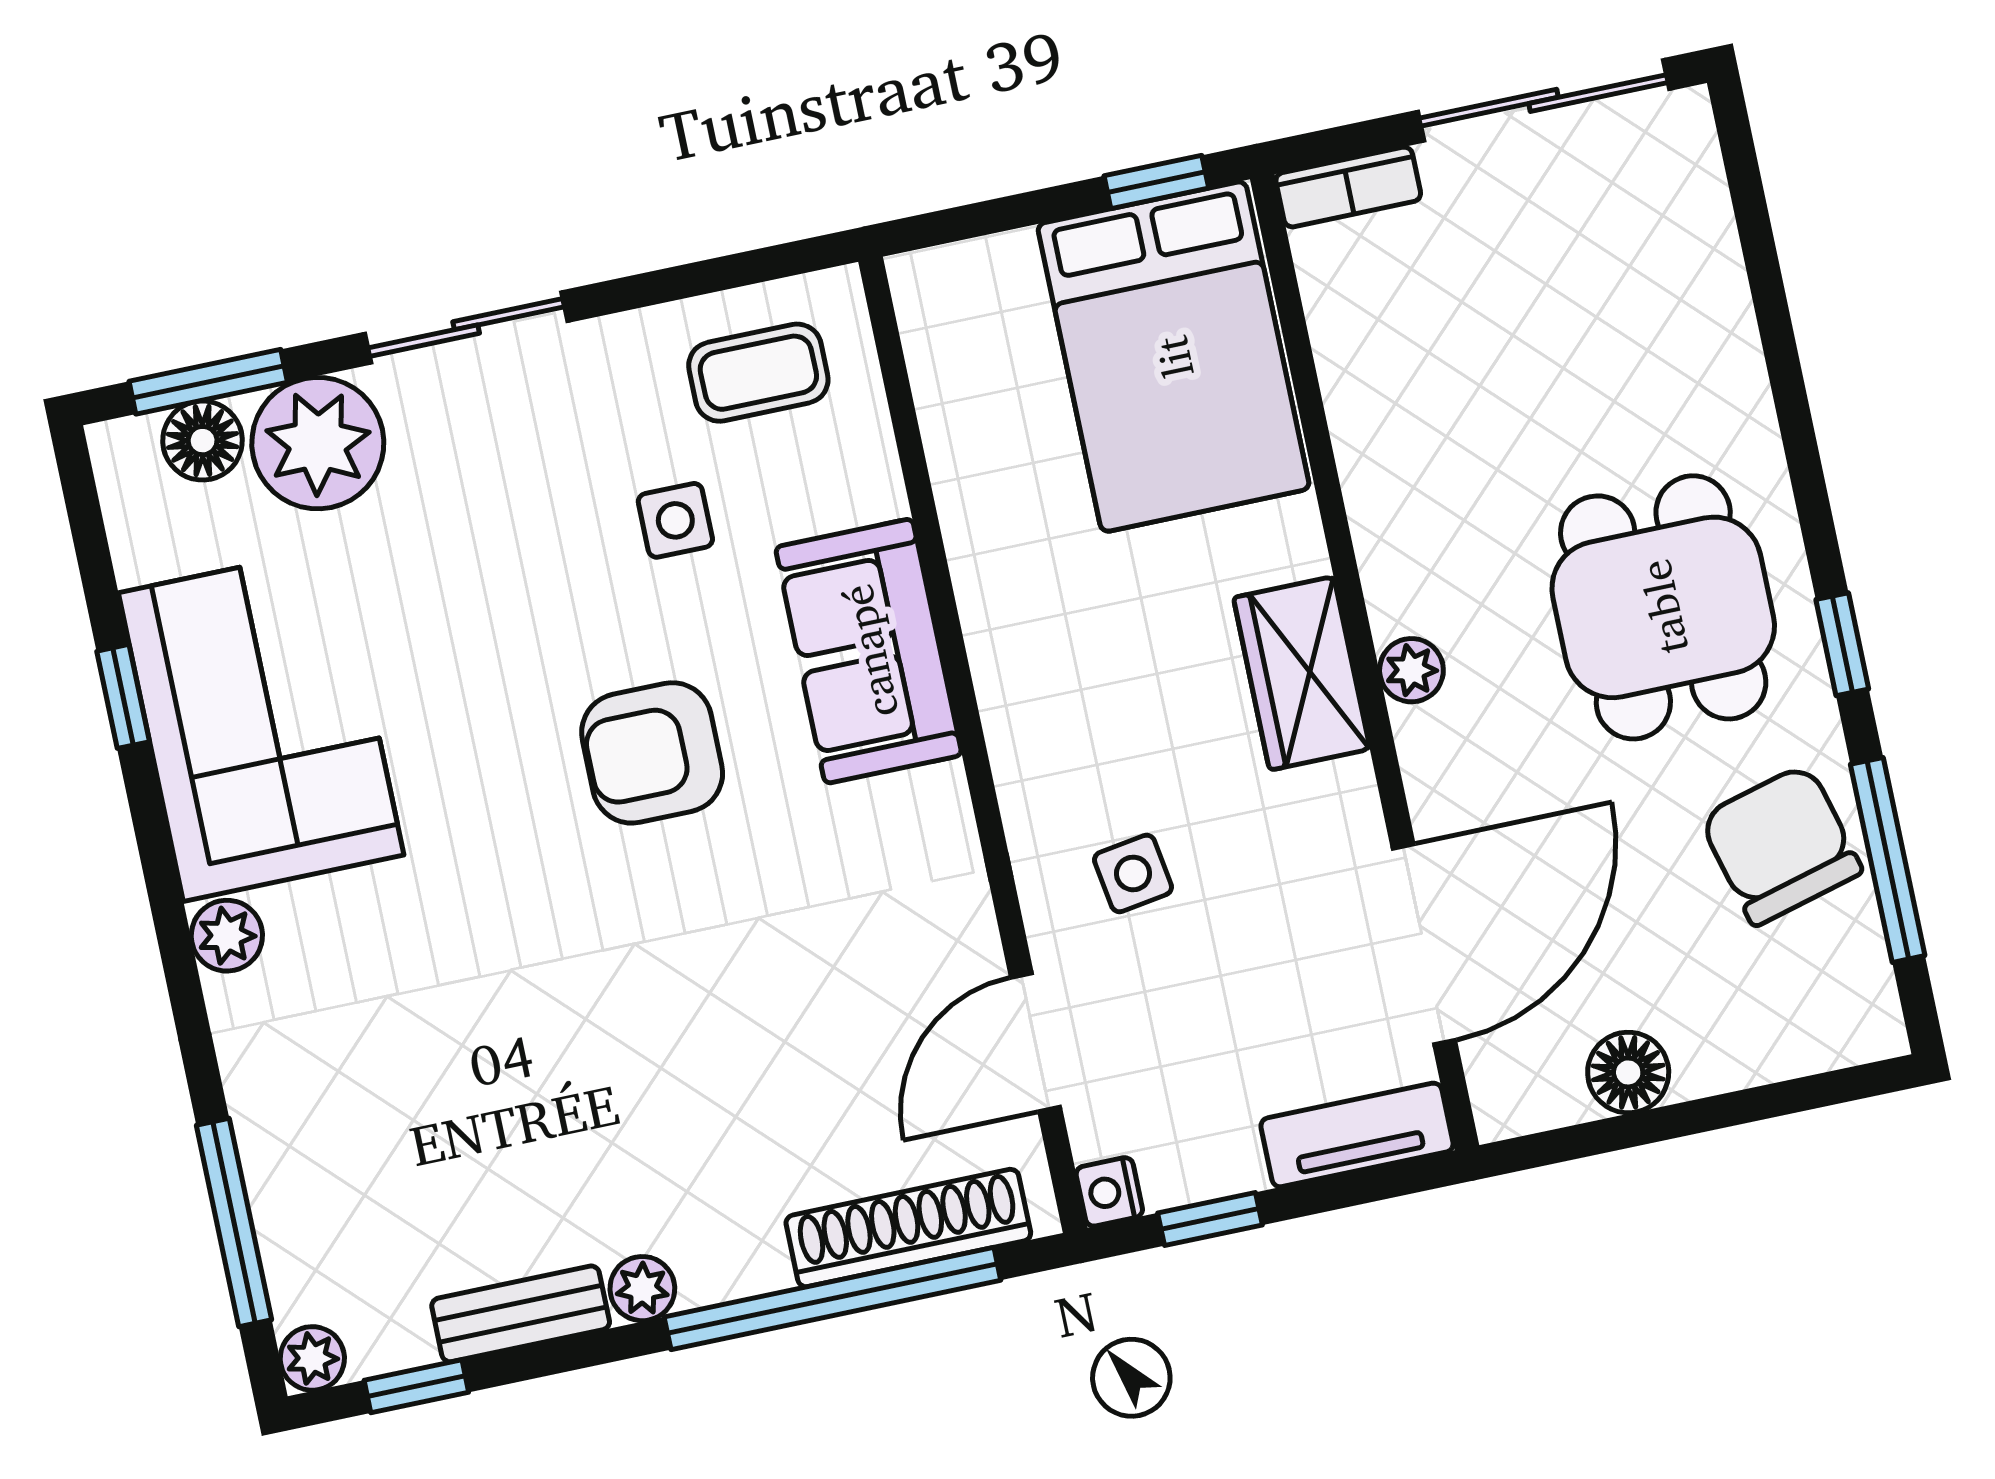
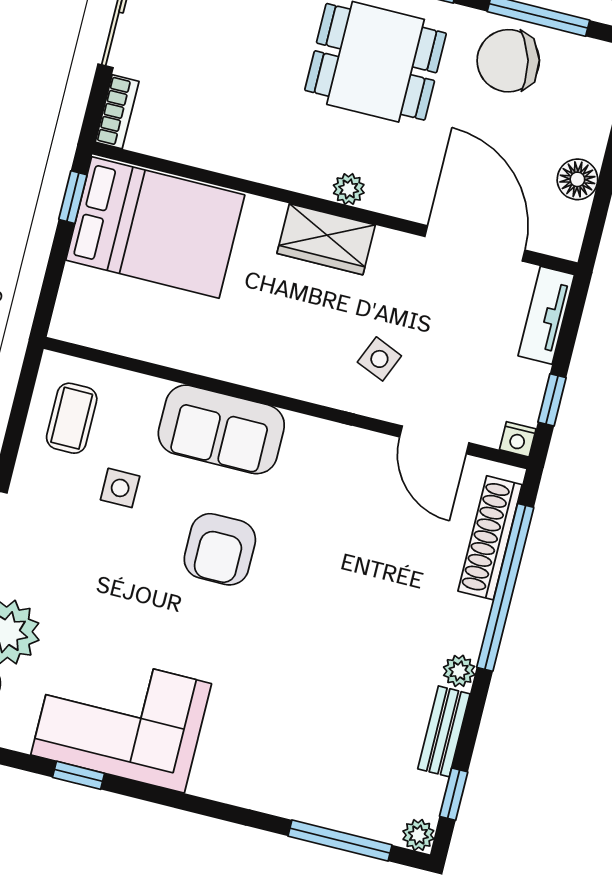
side table: (1133, 873) -> (379, 359), turned 32
plant: (227, 936) -> (209, 781), removed

